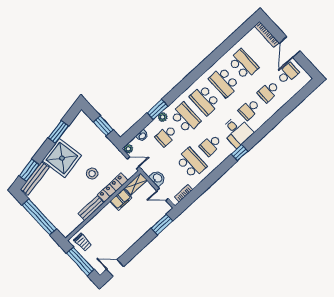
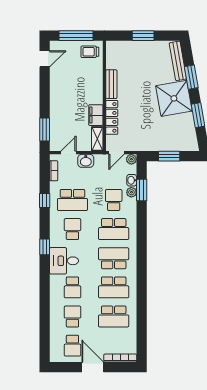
school desk: (224, 82) -> (114, 287), turned 180
window: (158, 109) -> (142, 190), moved
school desk: (249, 109) -> (72, 287), turned 180
plant: (163, 117) -> (131, 192), moved
window: (29, 170) -> (191, 77), moved
stool: (92, 174) -> (139, 111), removed
window: (209, 181) -> (45, 201), added
window: (39, 217) -> (143, 36), width x0.47

